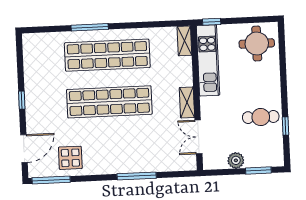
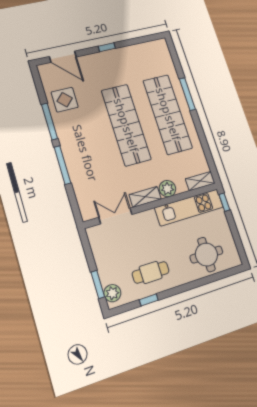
round table: (257, 44) -> (206, 255), moved
plant: (184, 77) -> (167, 189), added
cafe table: (261, 117) -> (151, 272), turned 90
plant: (236, 160) -> (112, 293), moved
window: (51, 180) -> (50, 121), moved

